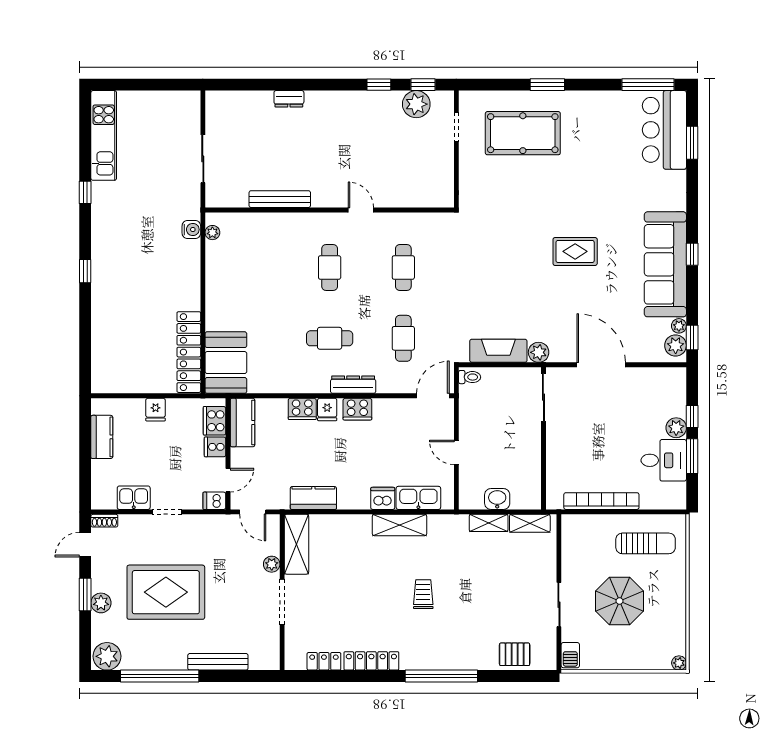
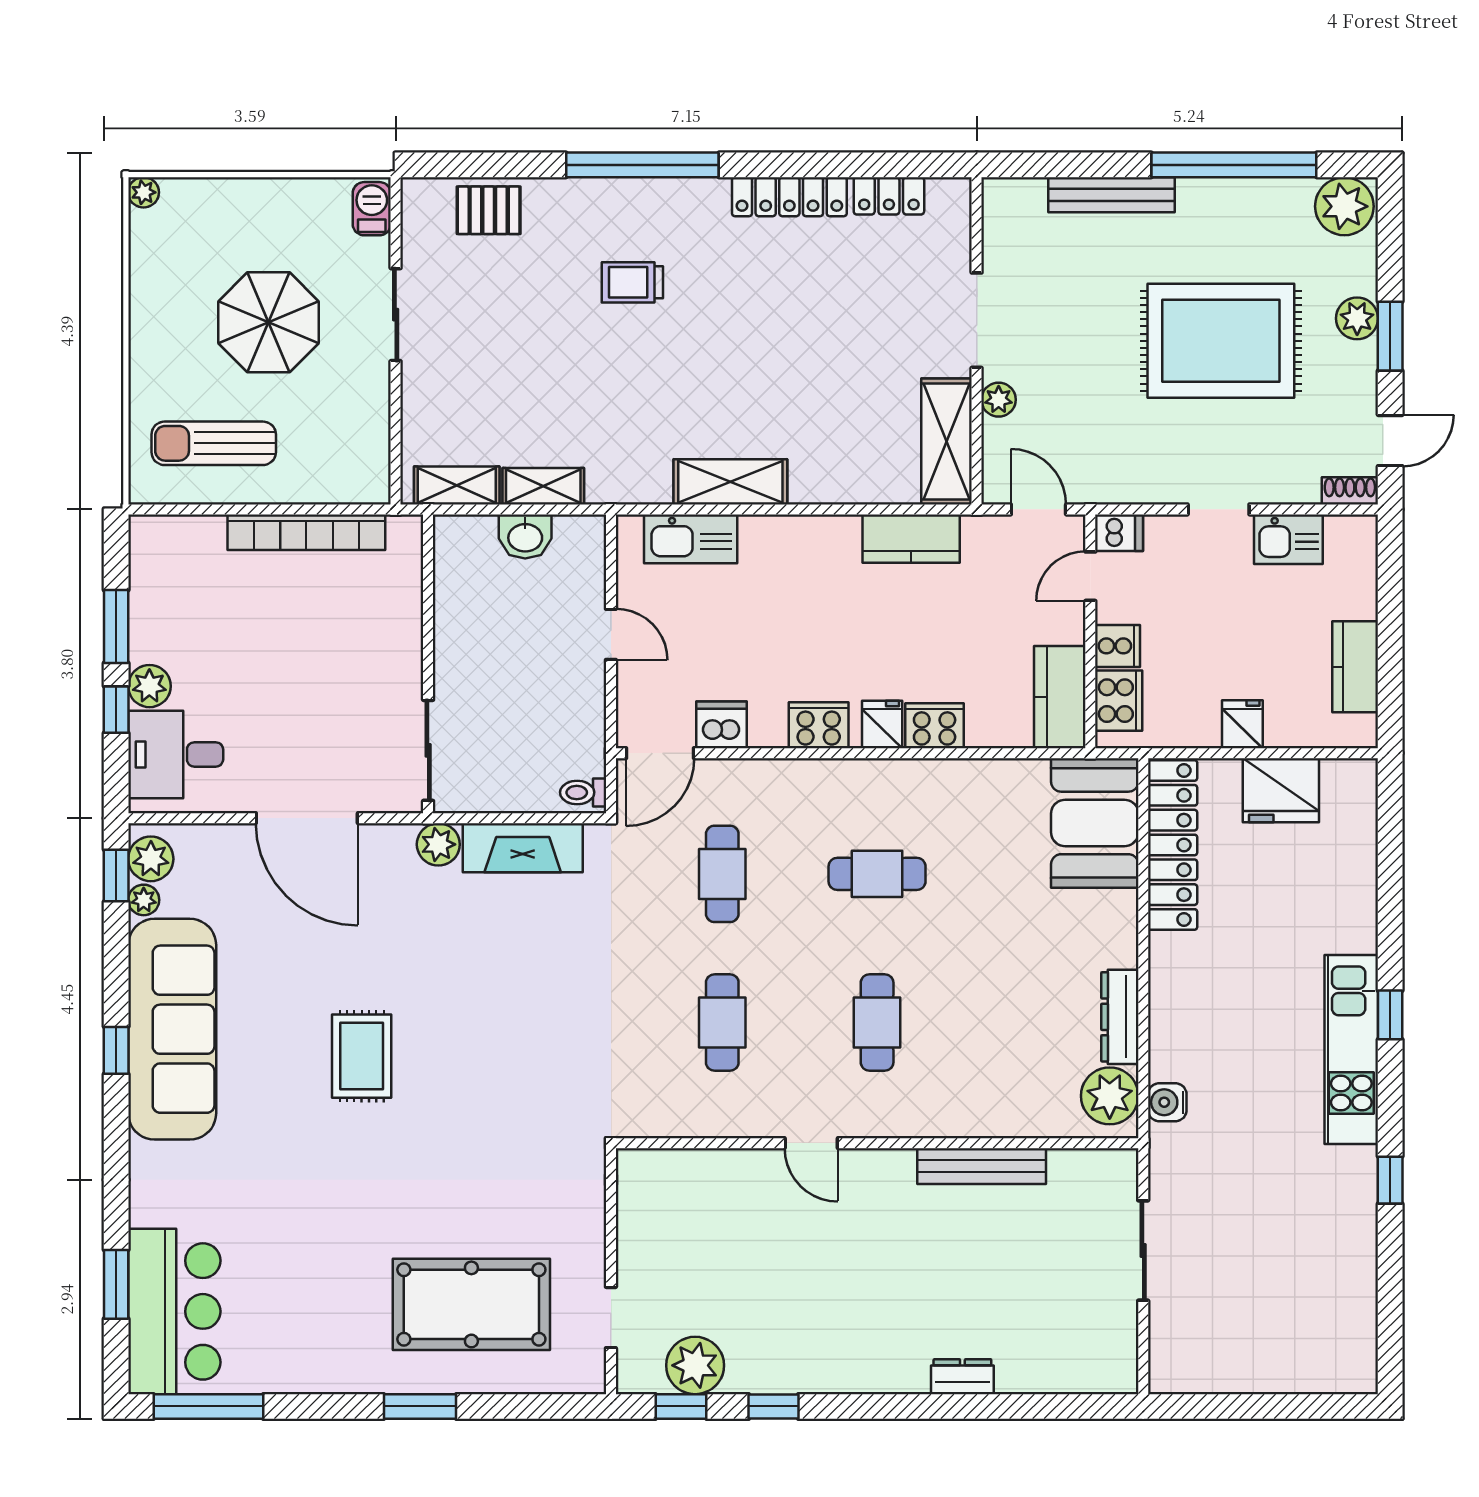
kitchen unit: (104, 135) -> (1351, 1049), moved
plant: (212, 233) -> (1110, 1096), width x1.88, depth x1.88
rug: (575, 251) -> (362, 1056), turned 90
fridge: (137, 378) -> (1281, 790), added
dresser: (353, 385) -> (1120, 1017), moved, turned 90
desk: (664, 460) -> (176, 754), moved
dishwasher: (383, 498) -> (721, 725), moved, turned 180
trolley: (423, 594) -> (632, 282), moved, turned 90

